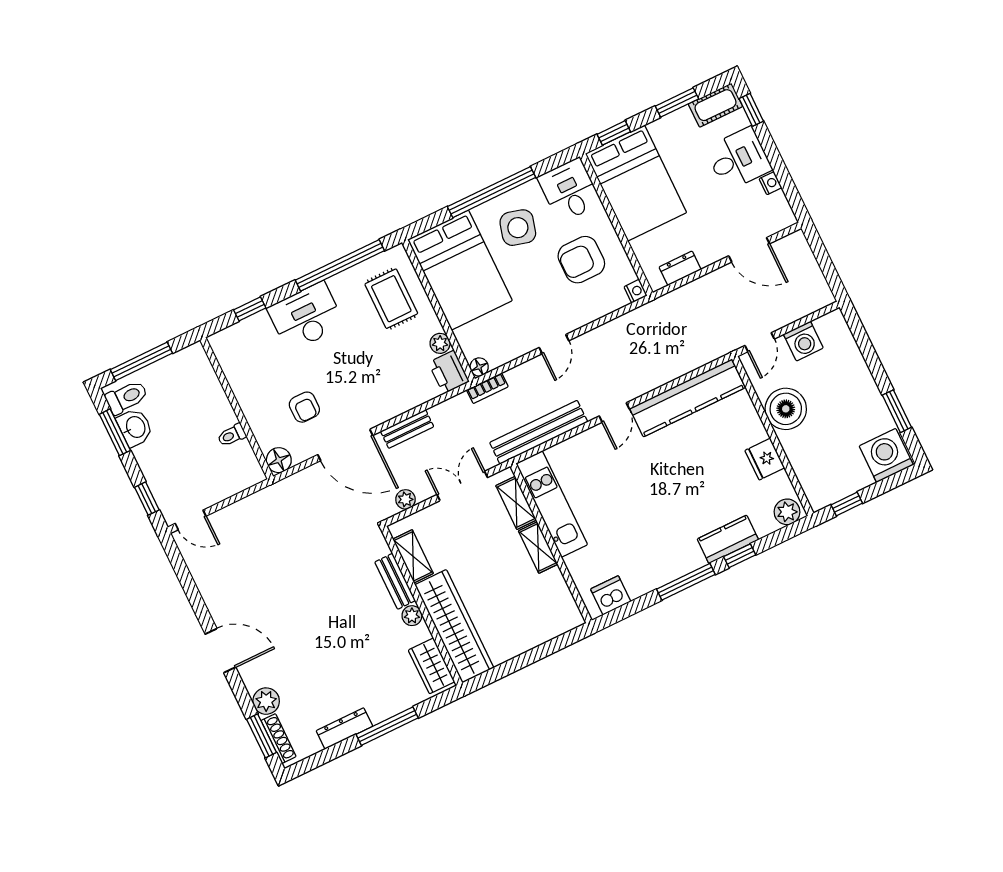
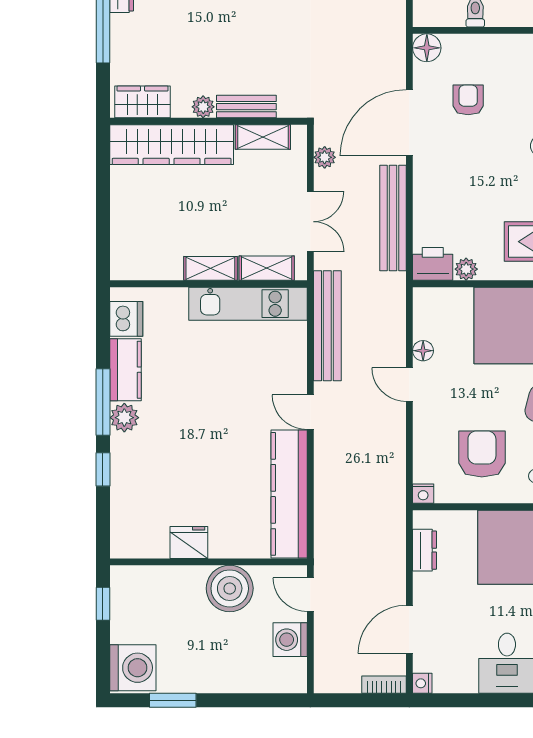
nightstand: (771, 183) -> (422, 683), moved, turned 90
floor lamp: (479, 367) -> (423, 351), moved
bookcase: (487, 388) -> (384, 685), moved, turned 90
armchair: (304, 407) -> (468, 100), turned 90
bench: (407, 429) -> (393, 218), width x1.86, depth x1.21
plant: (787, 512) -> (124, 418), moved
kitchen counter: (728, 539) -> (125, 370), moved

